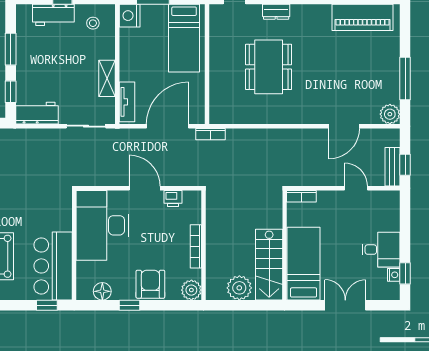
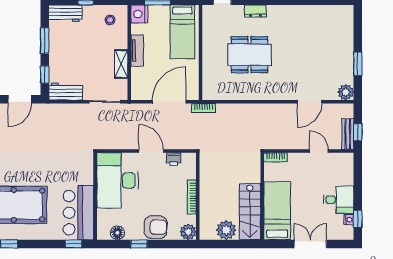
workbench: (53, 15) -> (65, 13), moved
piano: (363, 17) -> (324, 15), removed
dining table: (269, 67) -> (249, 55), turned 90
window: (405, 78) -> (358, 64), width x0.69
tv unit: (127, 102) -> (137, 51), moved
armchair: (150, 284) -> (156, 227), turned 90

